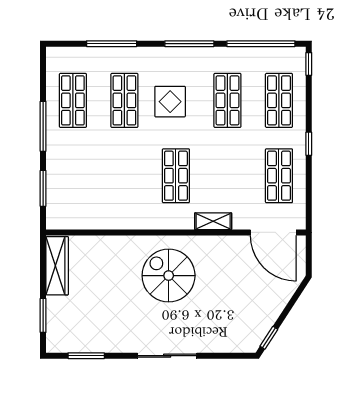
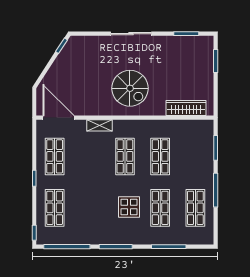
shop shelf: (227, 100) -> (160, 156), moved
wardrobe: (57, 266) -> (186, 108), moved, turned 90

